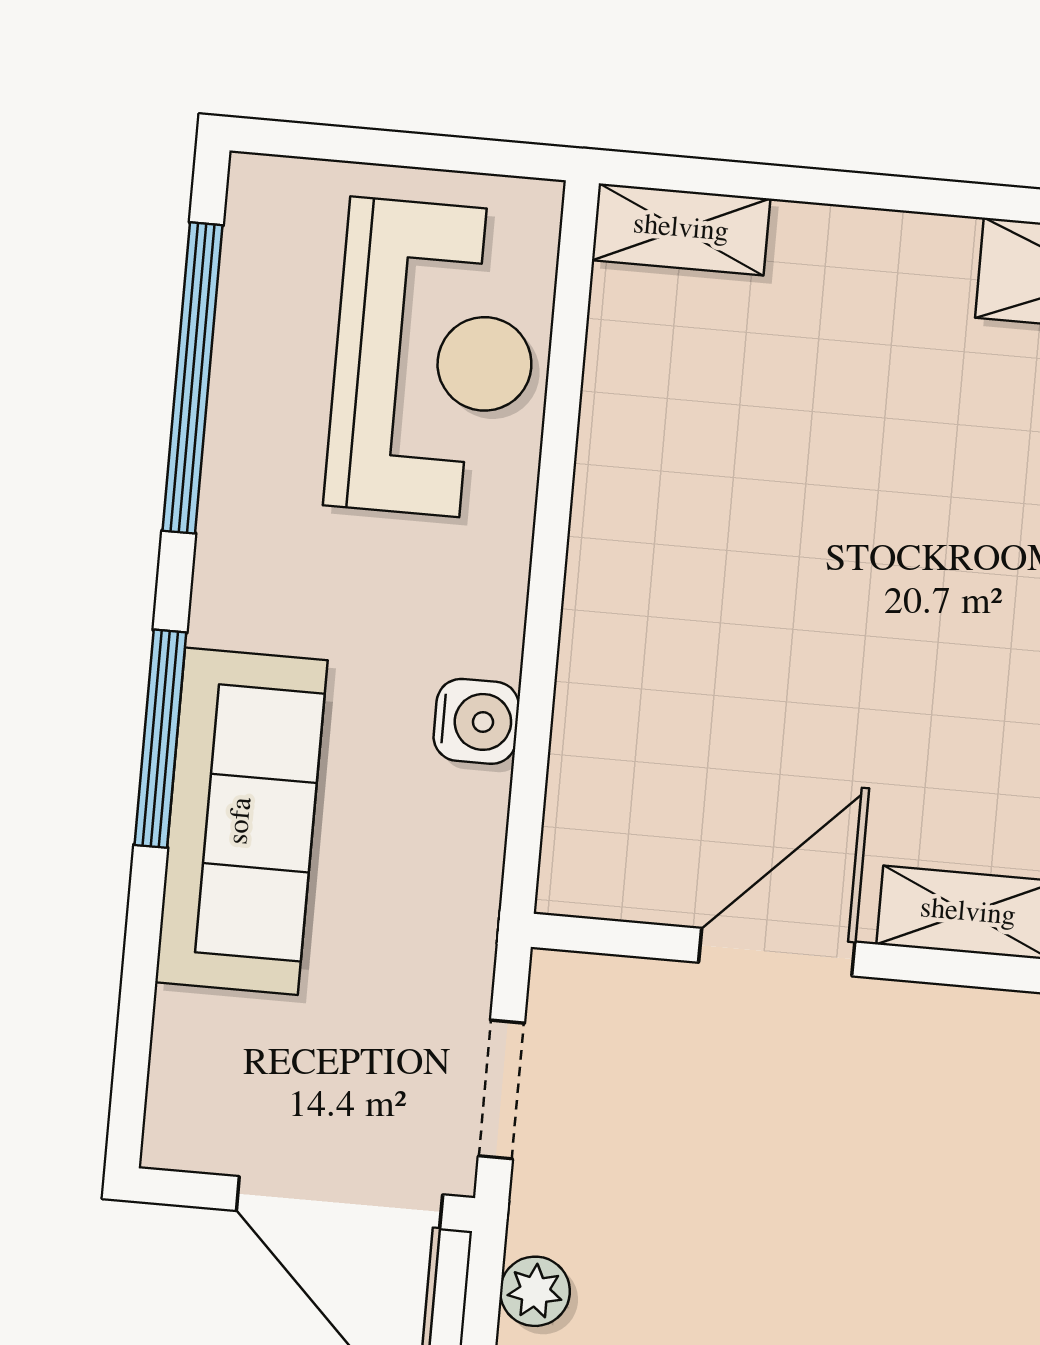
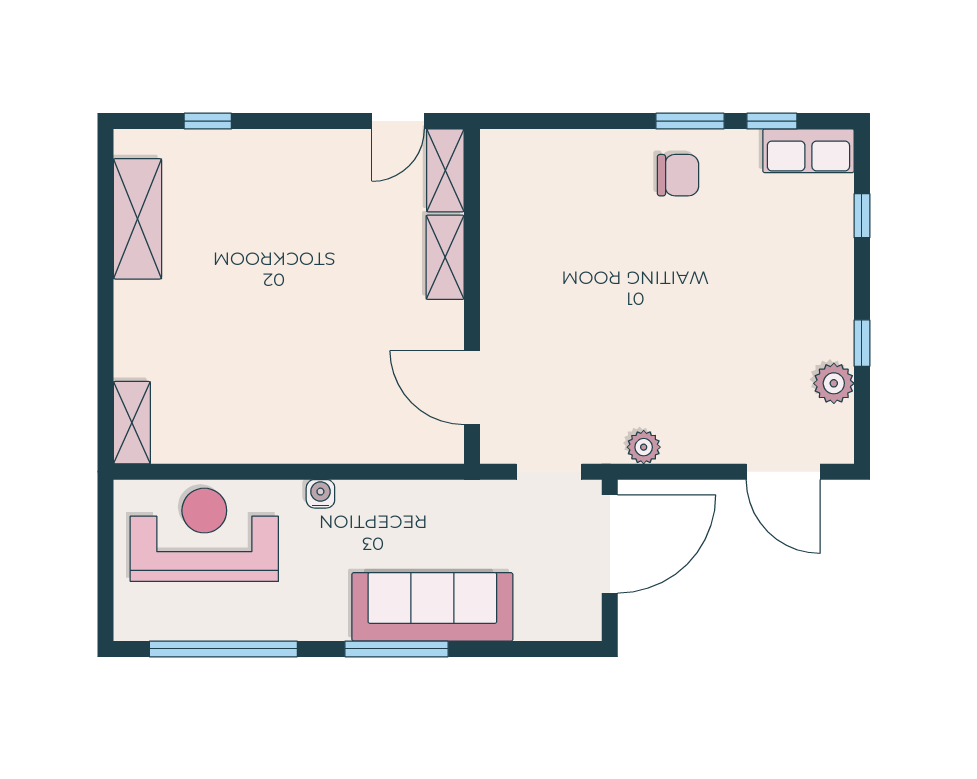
water cooler: (476, 721) -> (320, 494), moved, width x0.72, depth x0.72
door: (777, 952) -> (472, 388), moved

